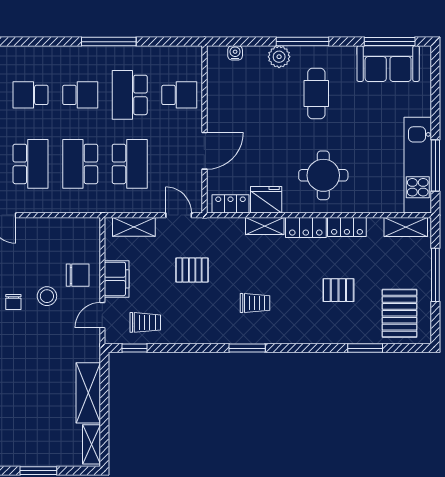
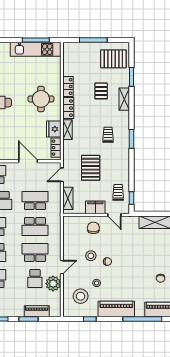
shelving: (406, 227) -> (124, 99), moved
pallet: (192, 270) -> (91, 168), width x1.50, depth x1.42
stool: (47, 296) -> (91, 256), moved

